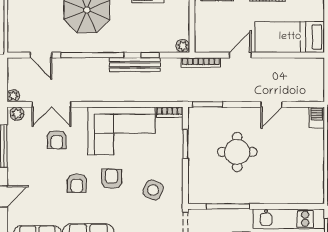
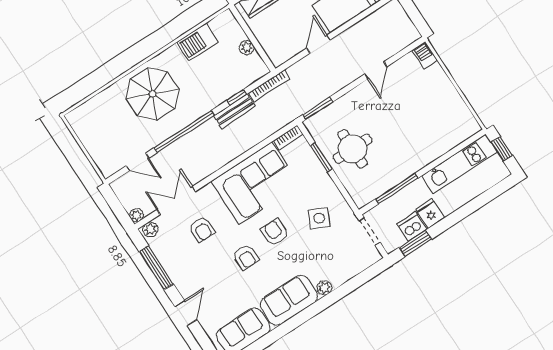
plant: (183, 46) -> (247, 48), moved
bookcase: (201, 63) -> (269, 86), moved
bench: (135, 65) -> (235, 111), width x0.73
double door: (51, 104) -> (176, 201), swing flipped
round table: (237, 152) -> (353, 149), moved

